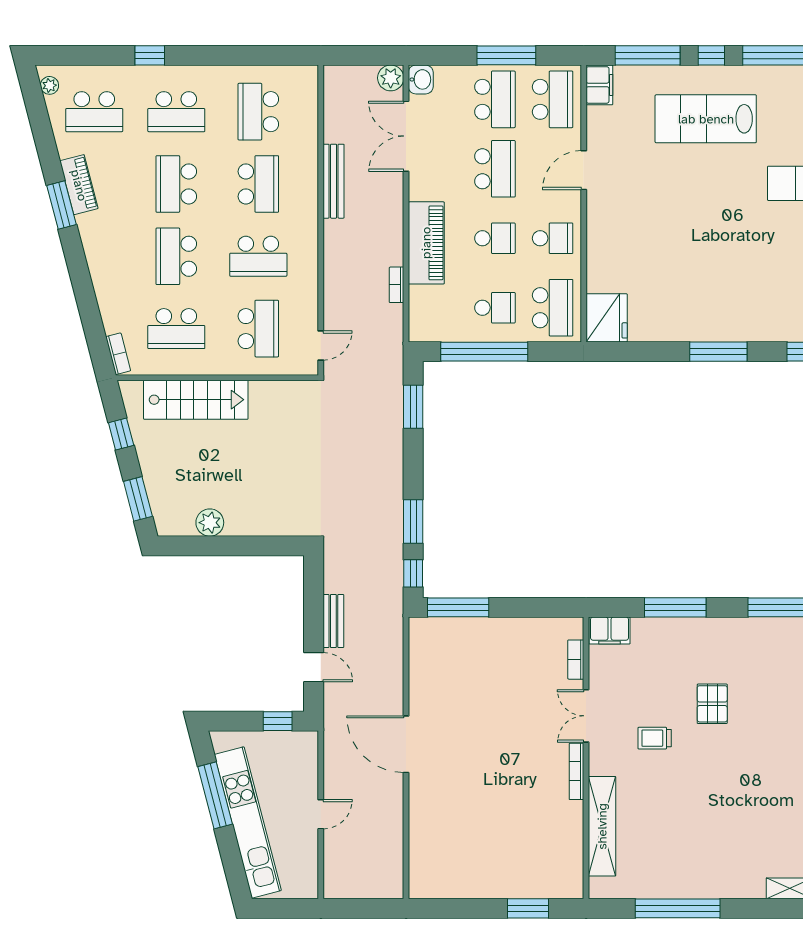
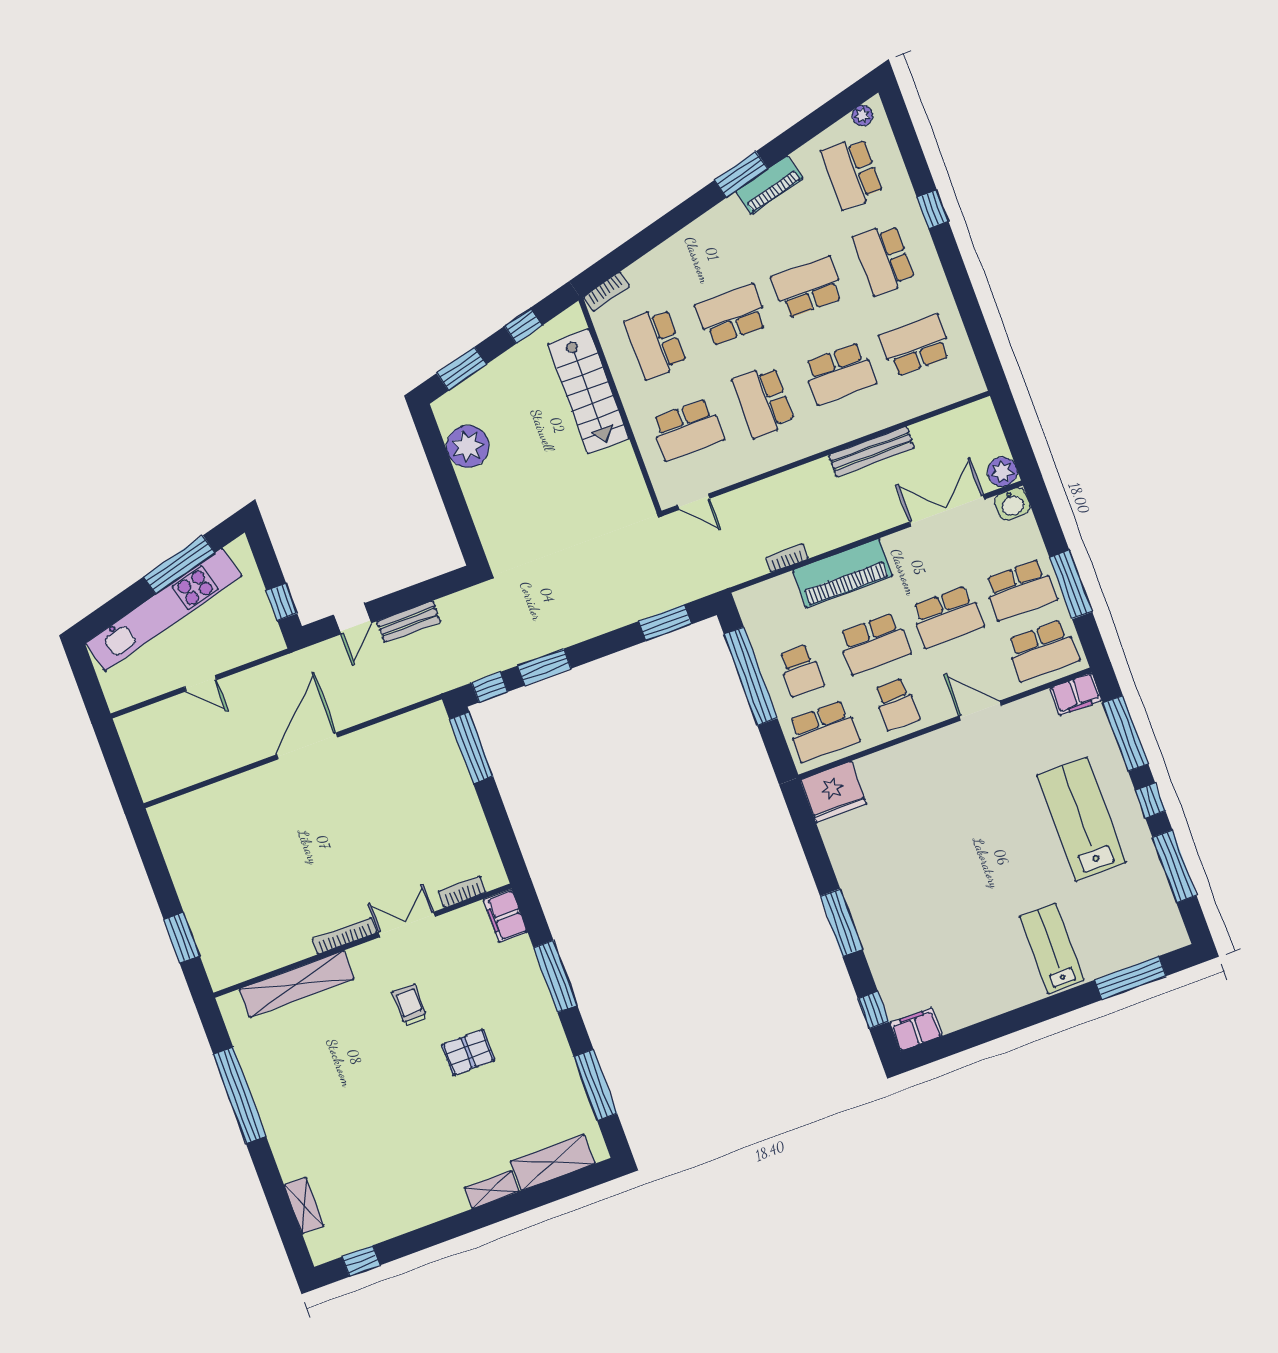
school desk: (495, 238) -> (874, 643), width x1.85
plant: (210, 523) -> (468, 446), width x1.36, depth x1.36

